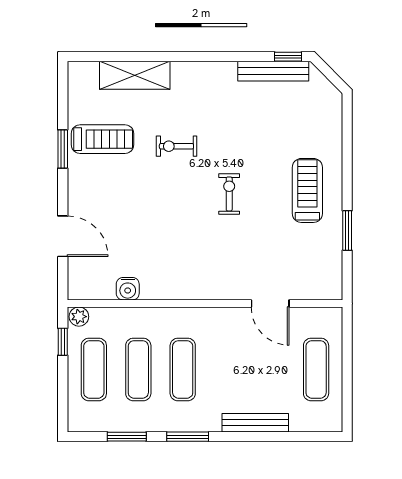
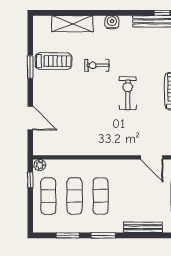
exercise bike: (229, 194) -> (128, 93), width x1.38, depth x1.39
water cooler: (128, 289) -> (112, 22), moved, turned 180

